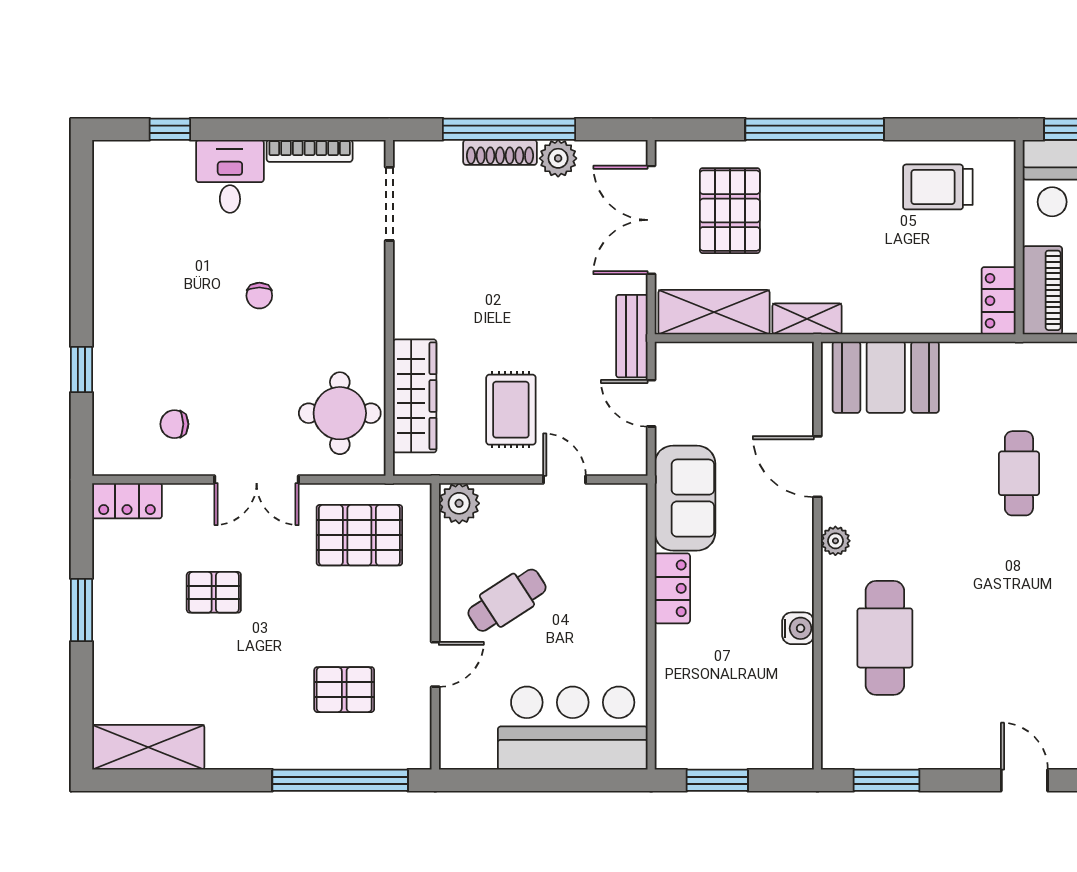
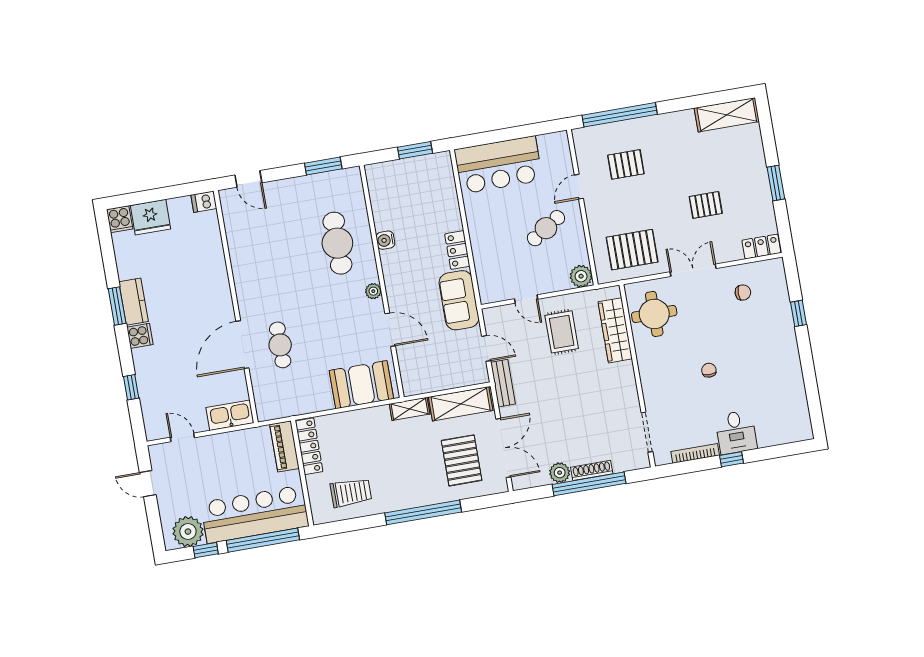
window: (170, 129) -> (732, 459), moved
locker: (999, 301) -> (309, 446), width x1.53

